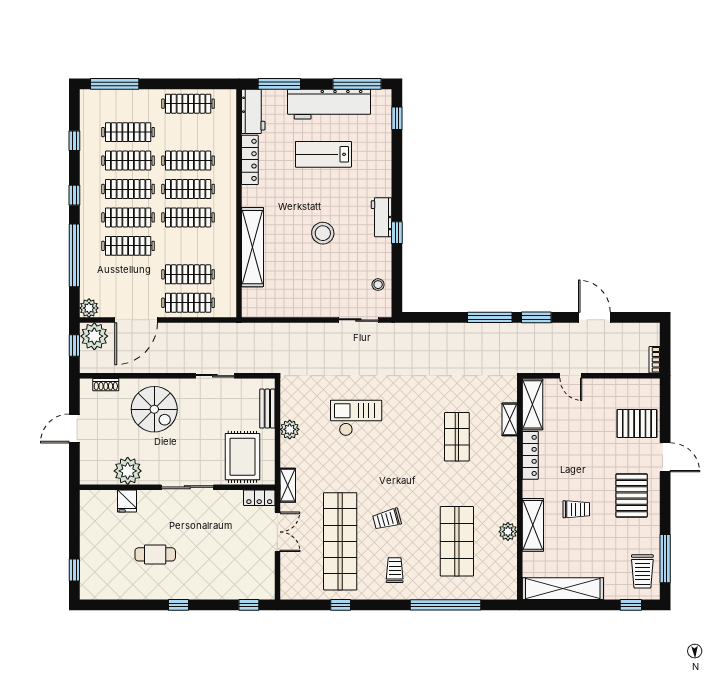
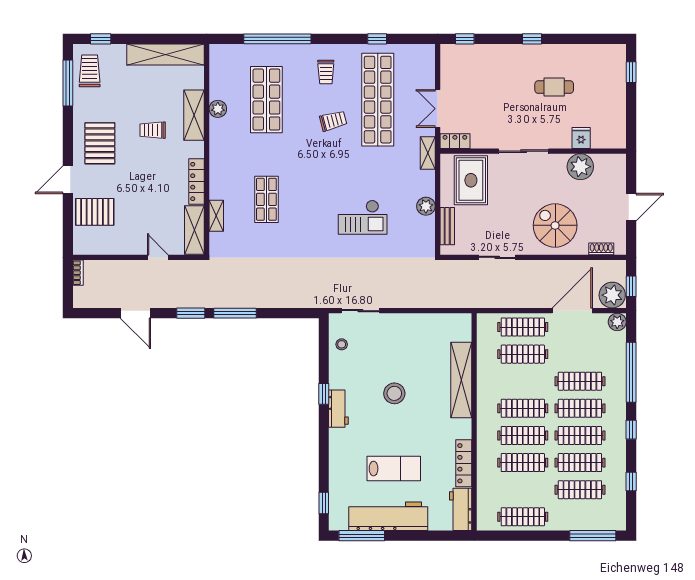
window: (279, 84) -> (436, 536), removed
door: (665, 457) -> (68, 180), hinge flipped

